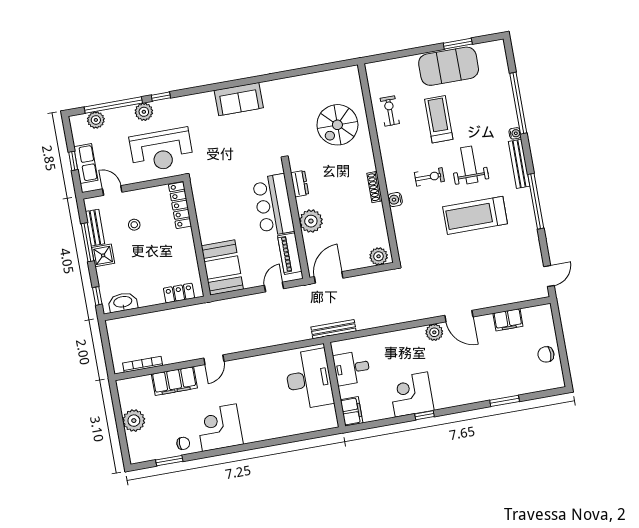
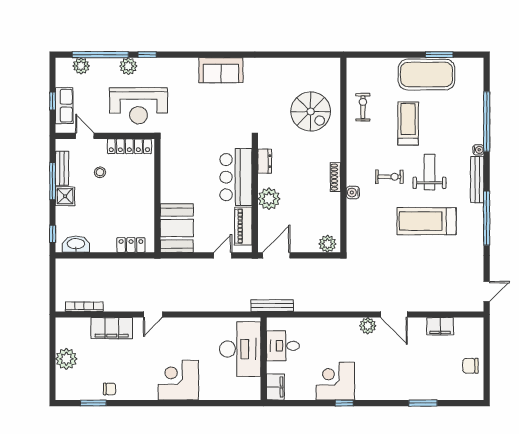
spiral stairs: (337, 125) -> (311, 112), turned -90
locker: (180, 205) -> (129, 146), moved, turned -90
corner desk: (219, 428) -> (178, 380), moved

